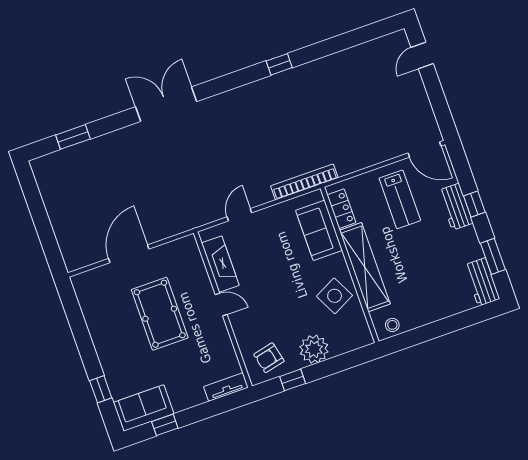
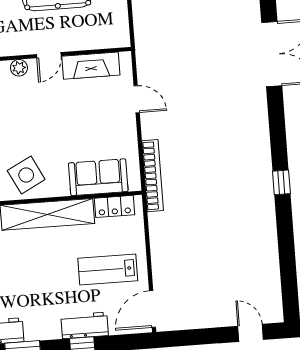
plant: (240, 328) -> (19, 68), added

